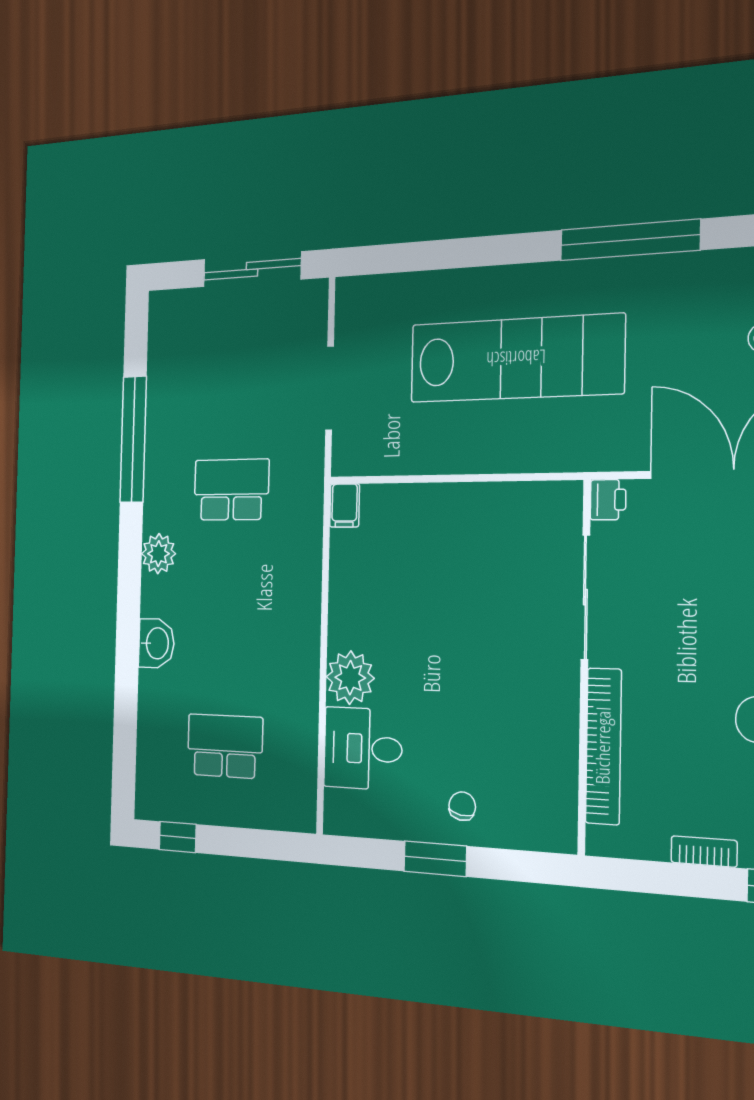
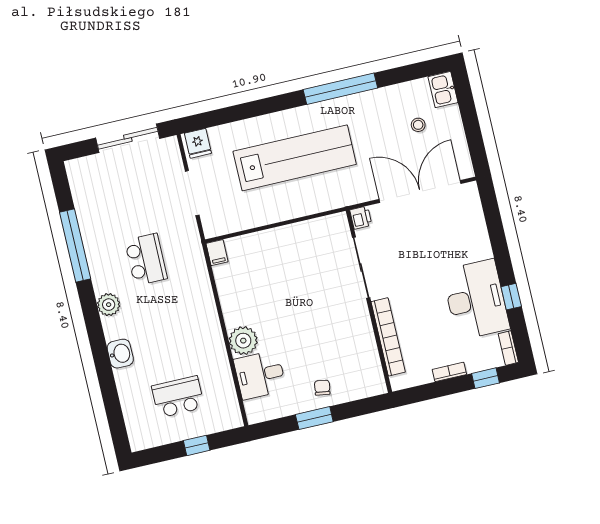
fridge: (359, 299) -> (198, 143), added
school desk: (231, 490) -> (146, 259), turned 90
window: (178, 837) -> (197, 445), moved

